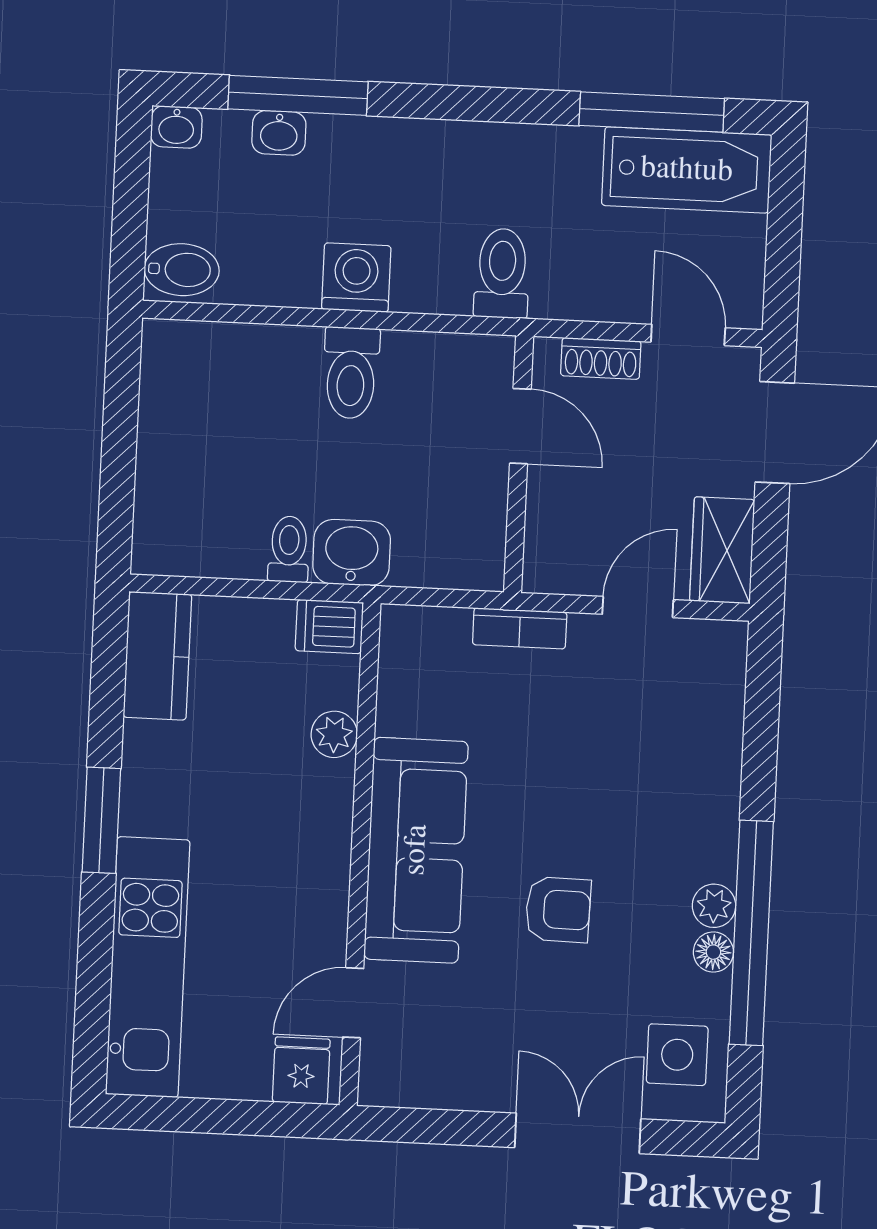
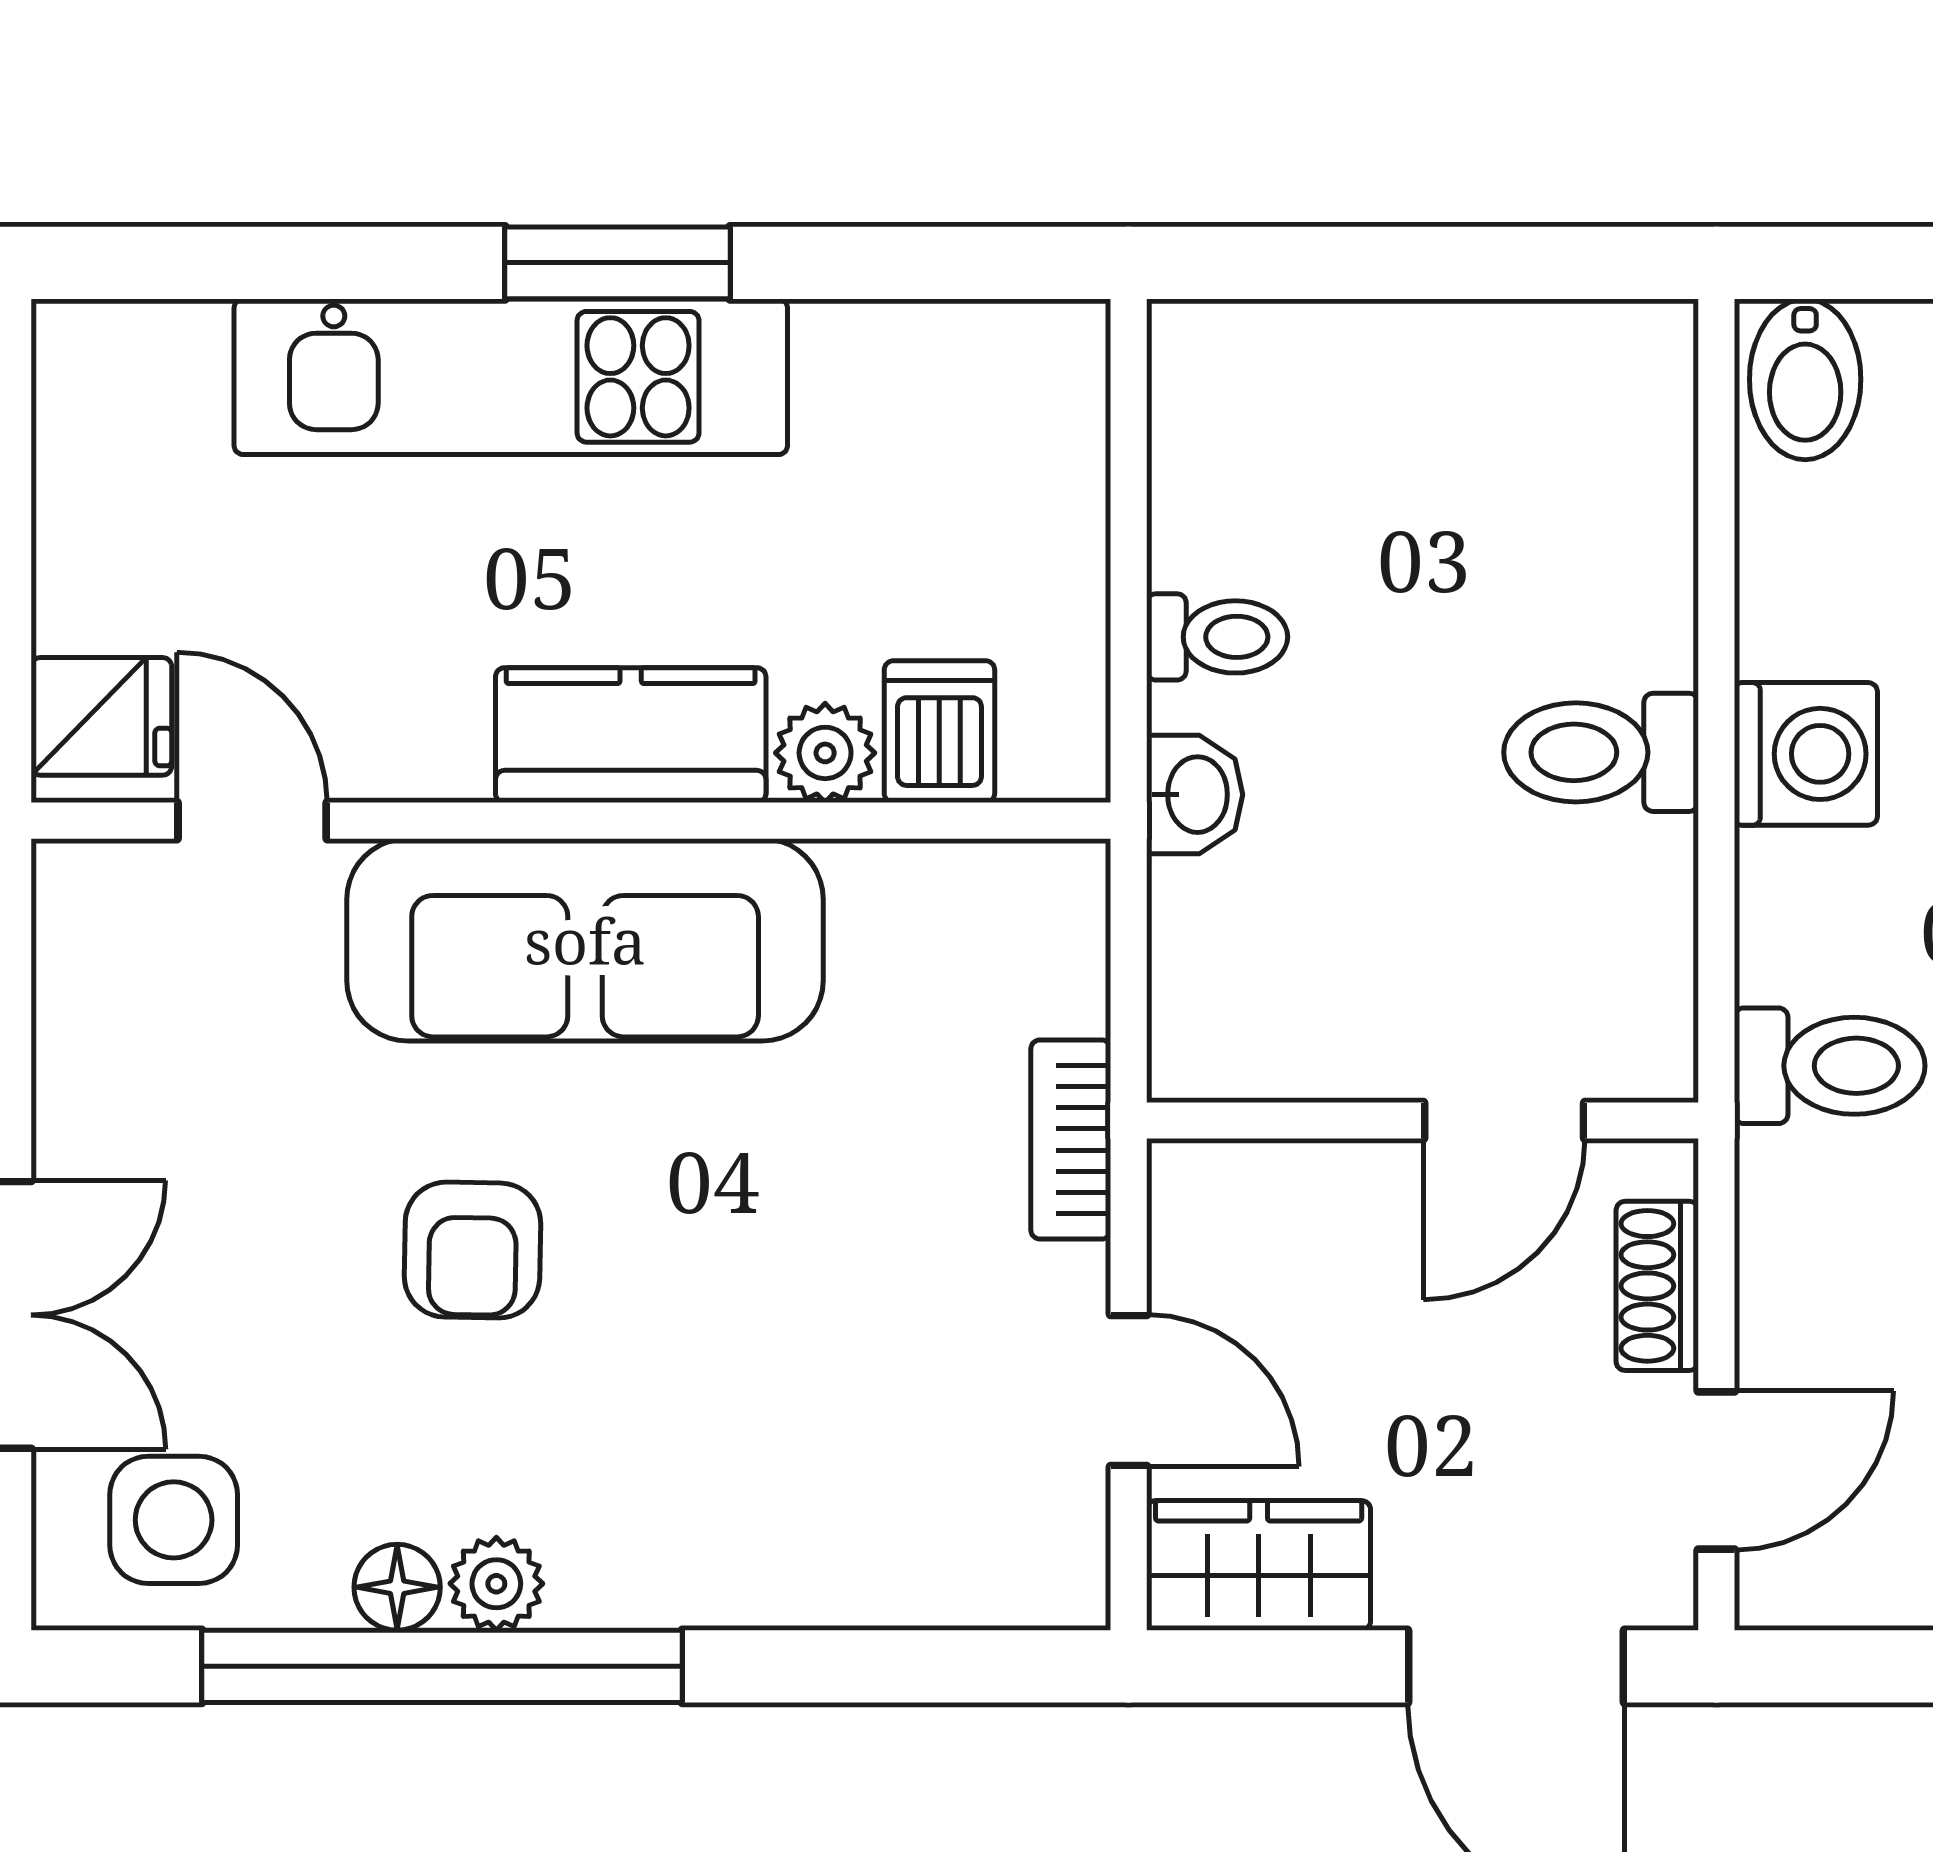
washbasin: (352, 553) -> (1195, 795), width x0.72, depth x0.69
dishwasher: (329, 627) -> (939, 732), moved
kitchen counter: (157, 656) -> (631, 735), moved, turned 180
kitchen unit: (148, 967) -> (511, 377), moved

